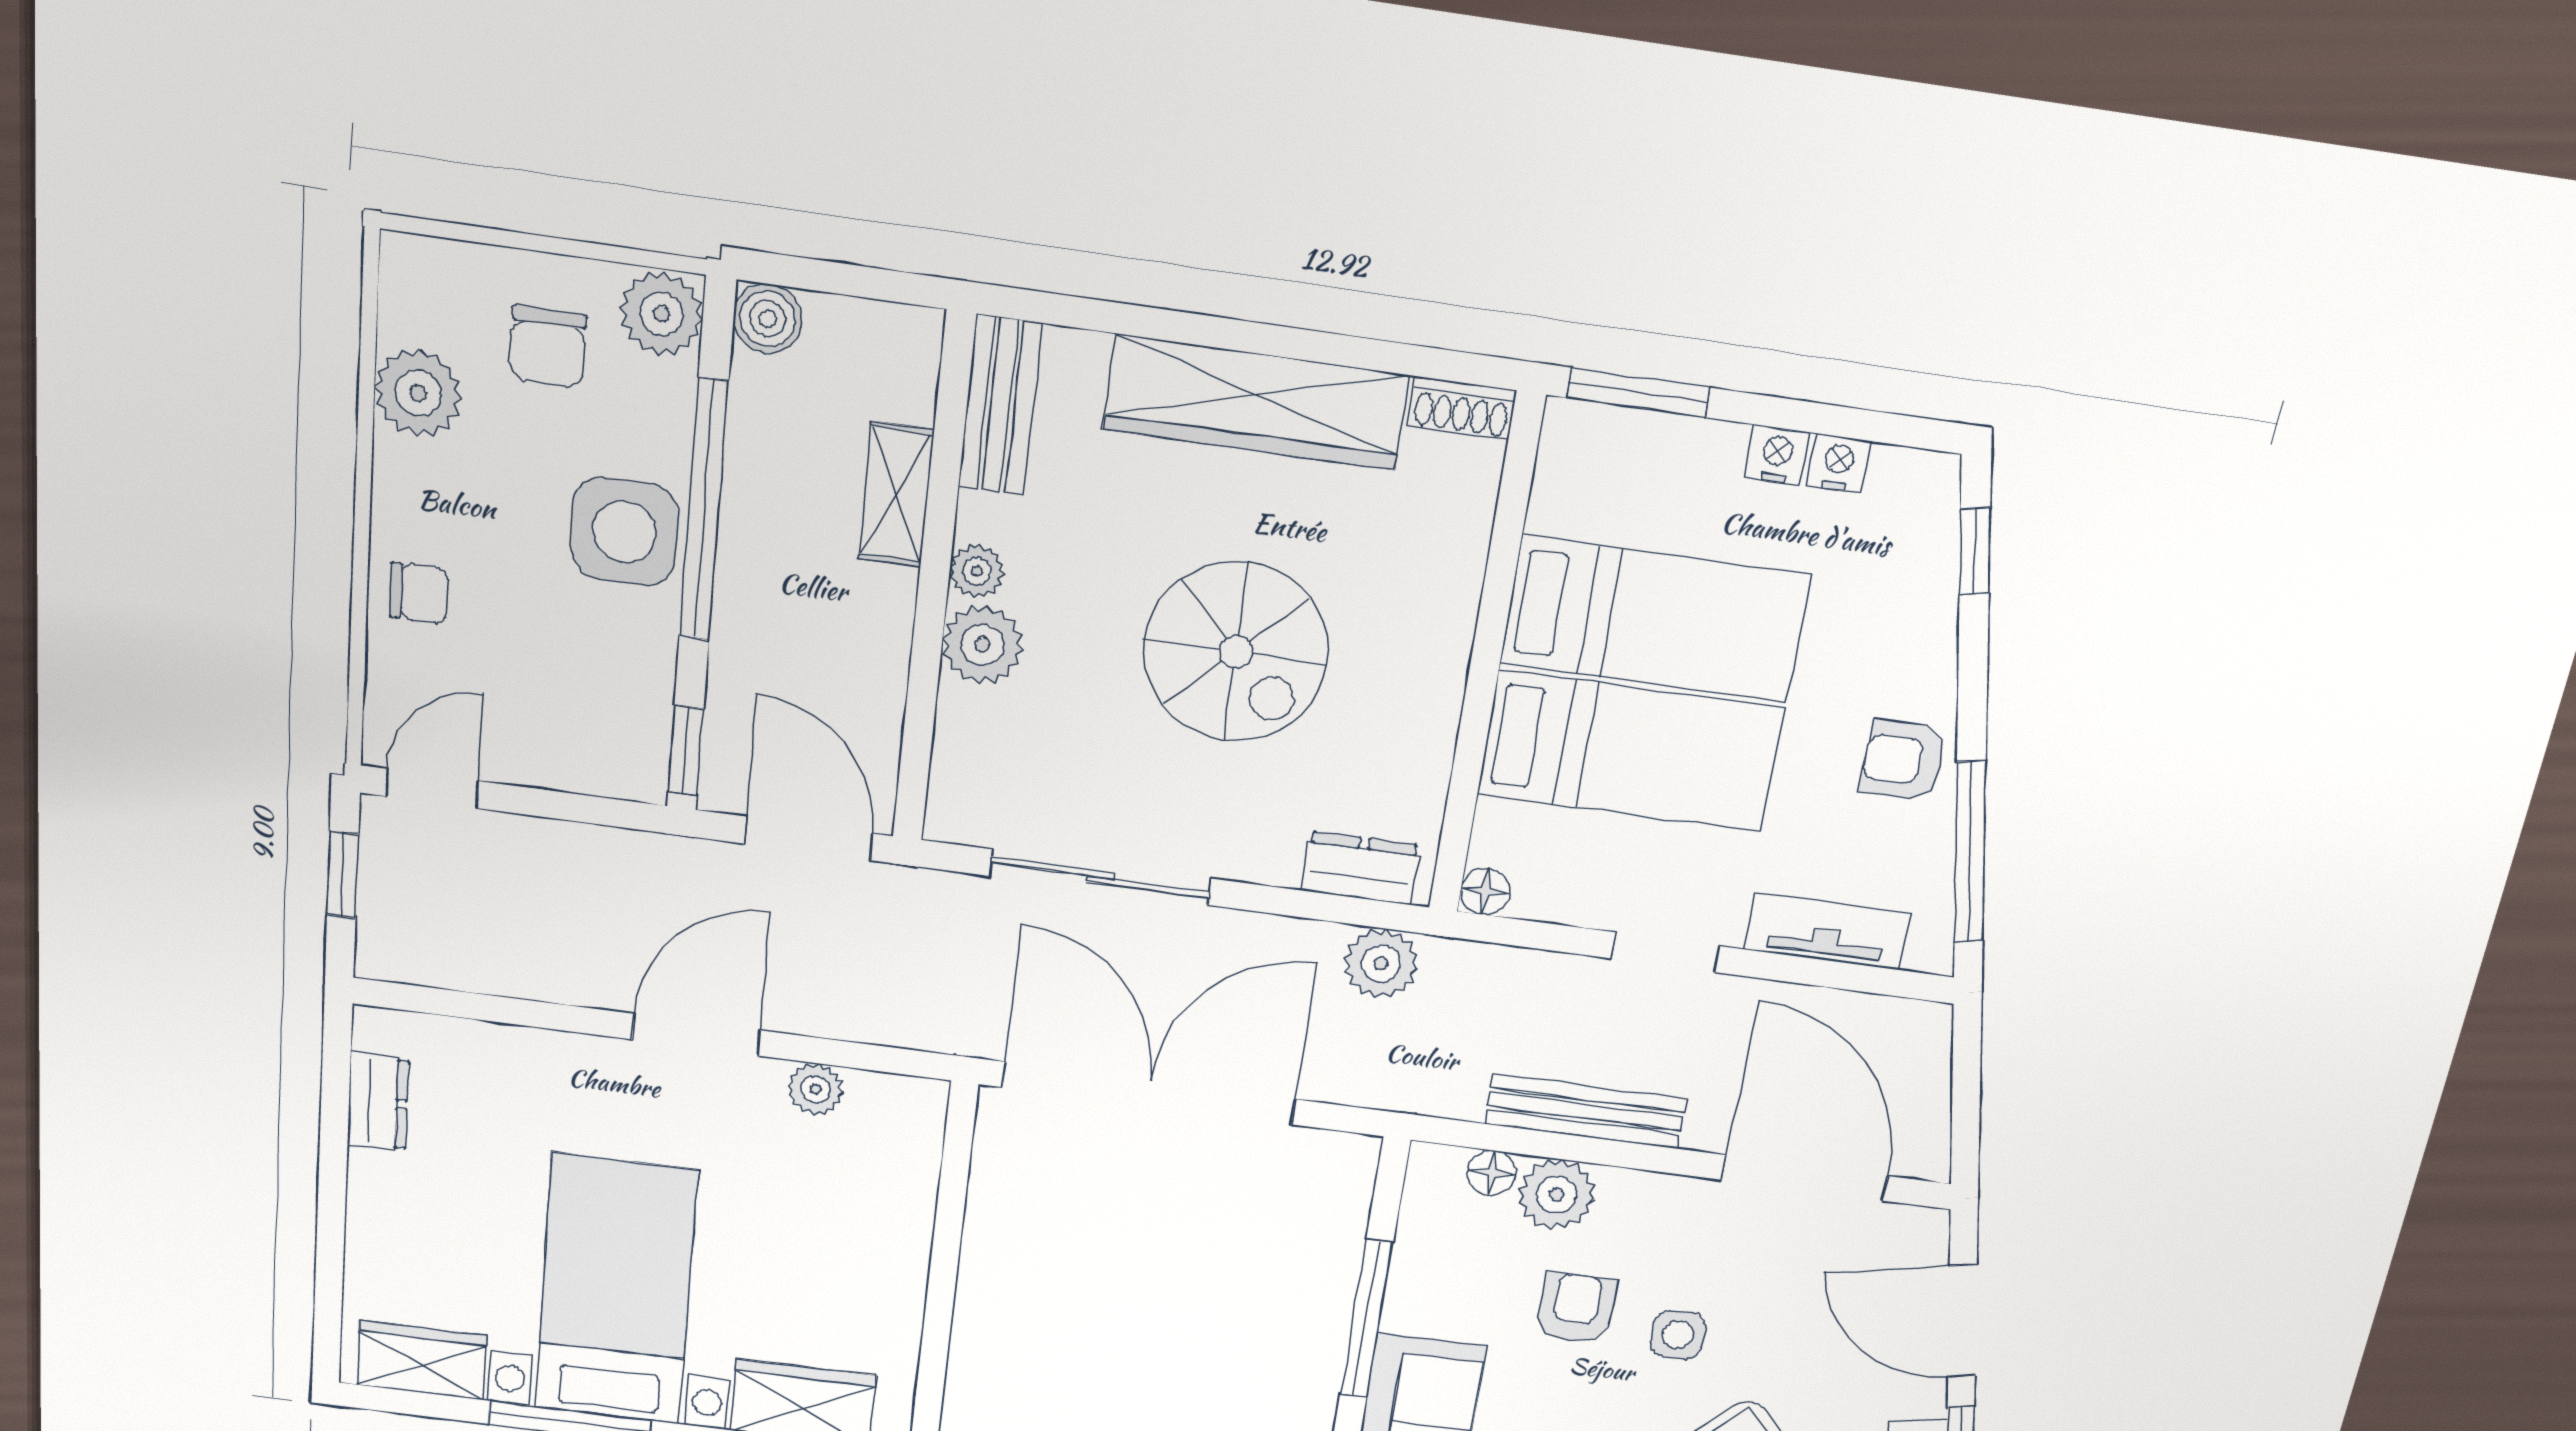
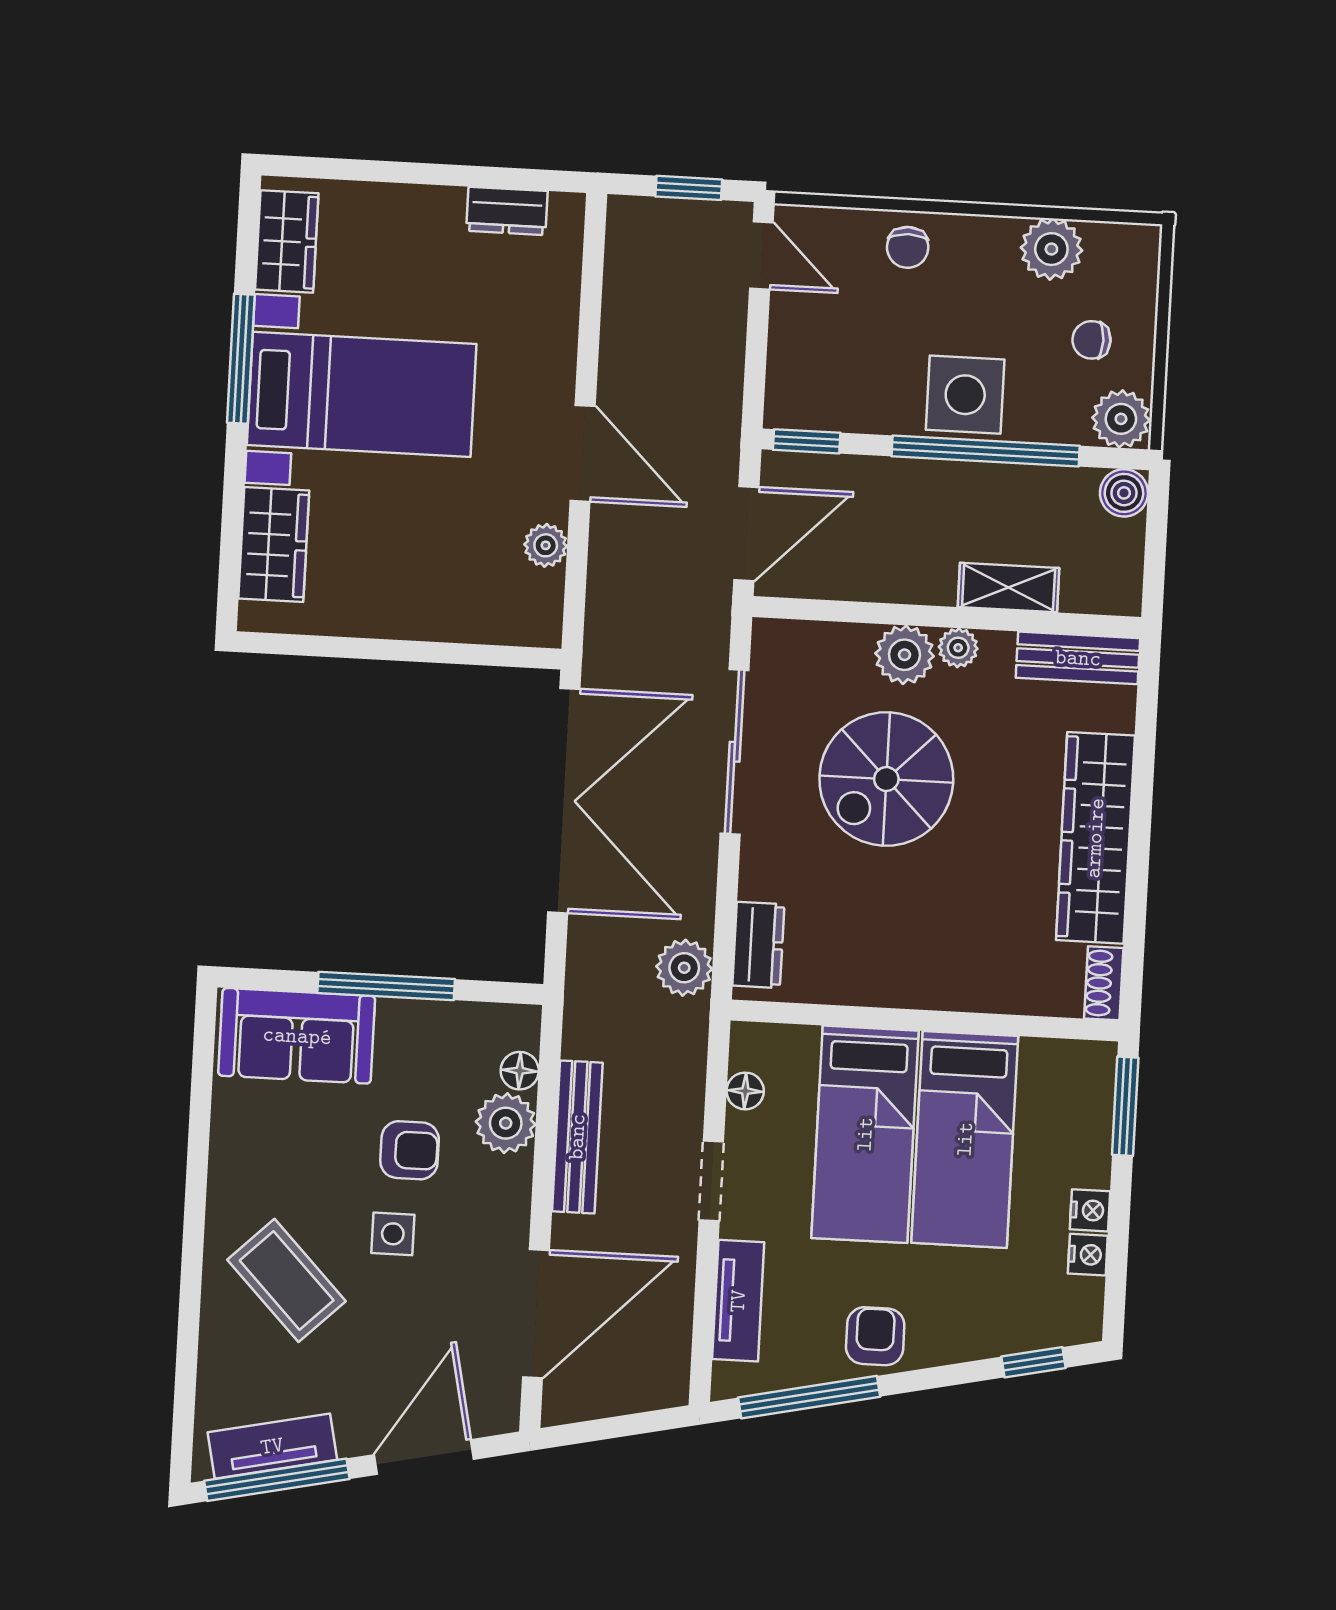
chair: (548, 347) -> (1092, 340), width x0.73, depth x0.73
spiral stairs: (1236, 652) -> (886, 779), moved
floor lamp: (1485, 891) -> (745, 1091), moved

